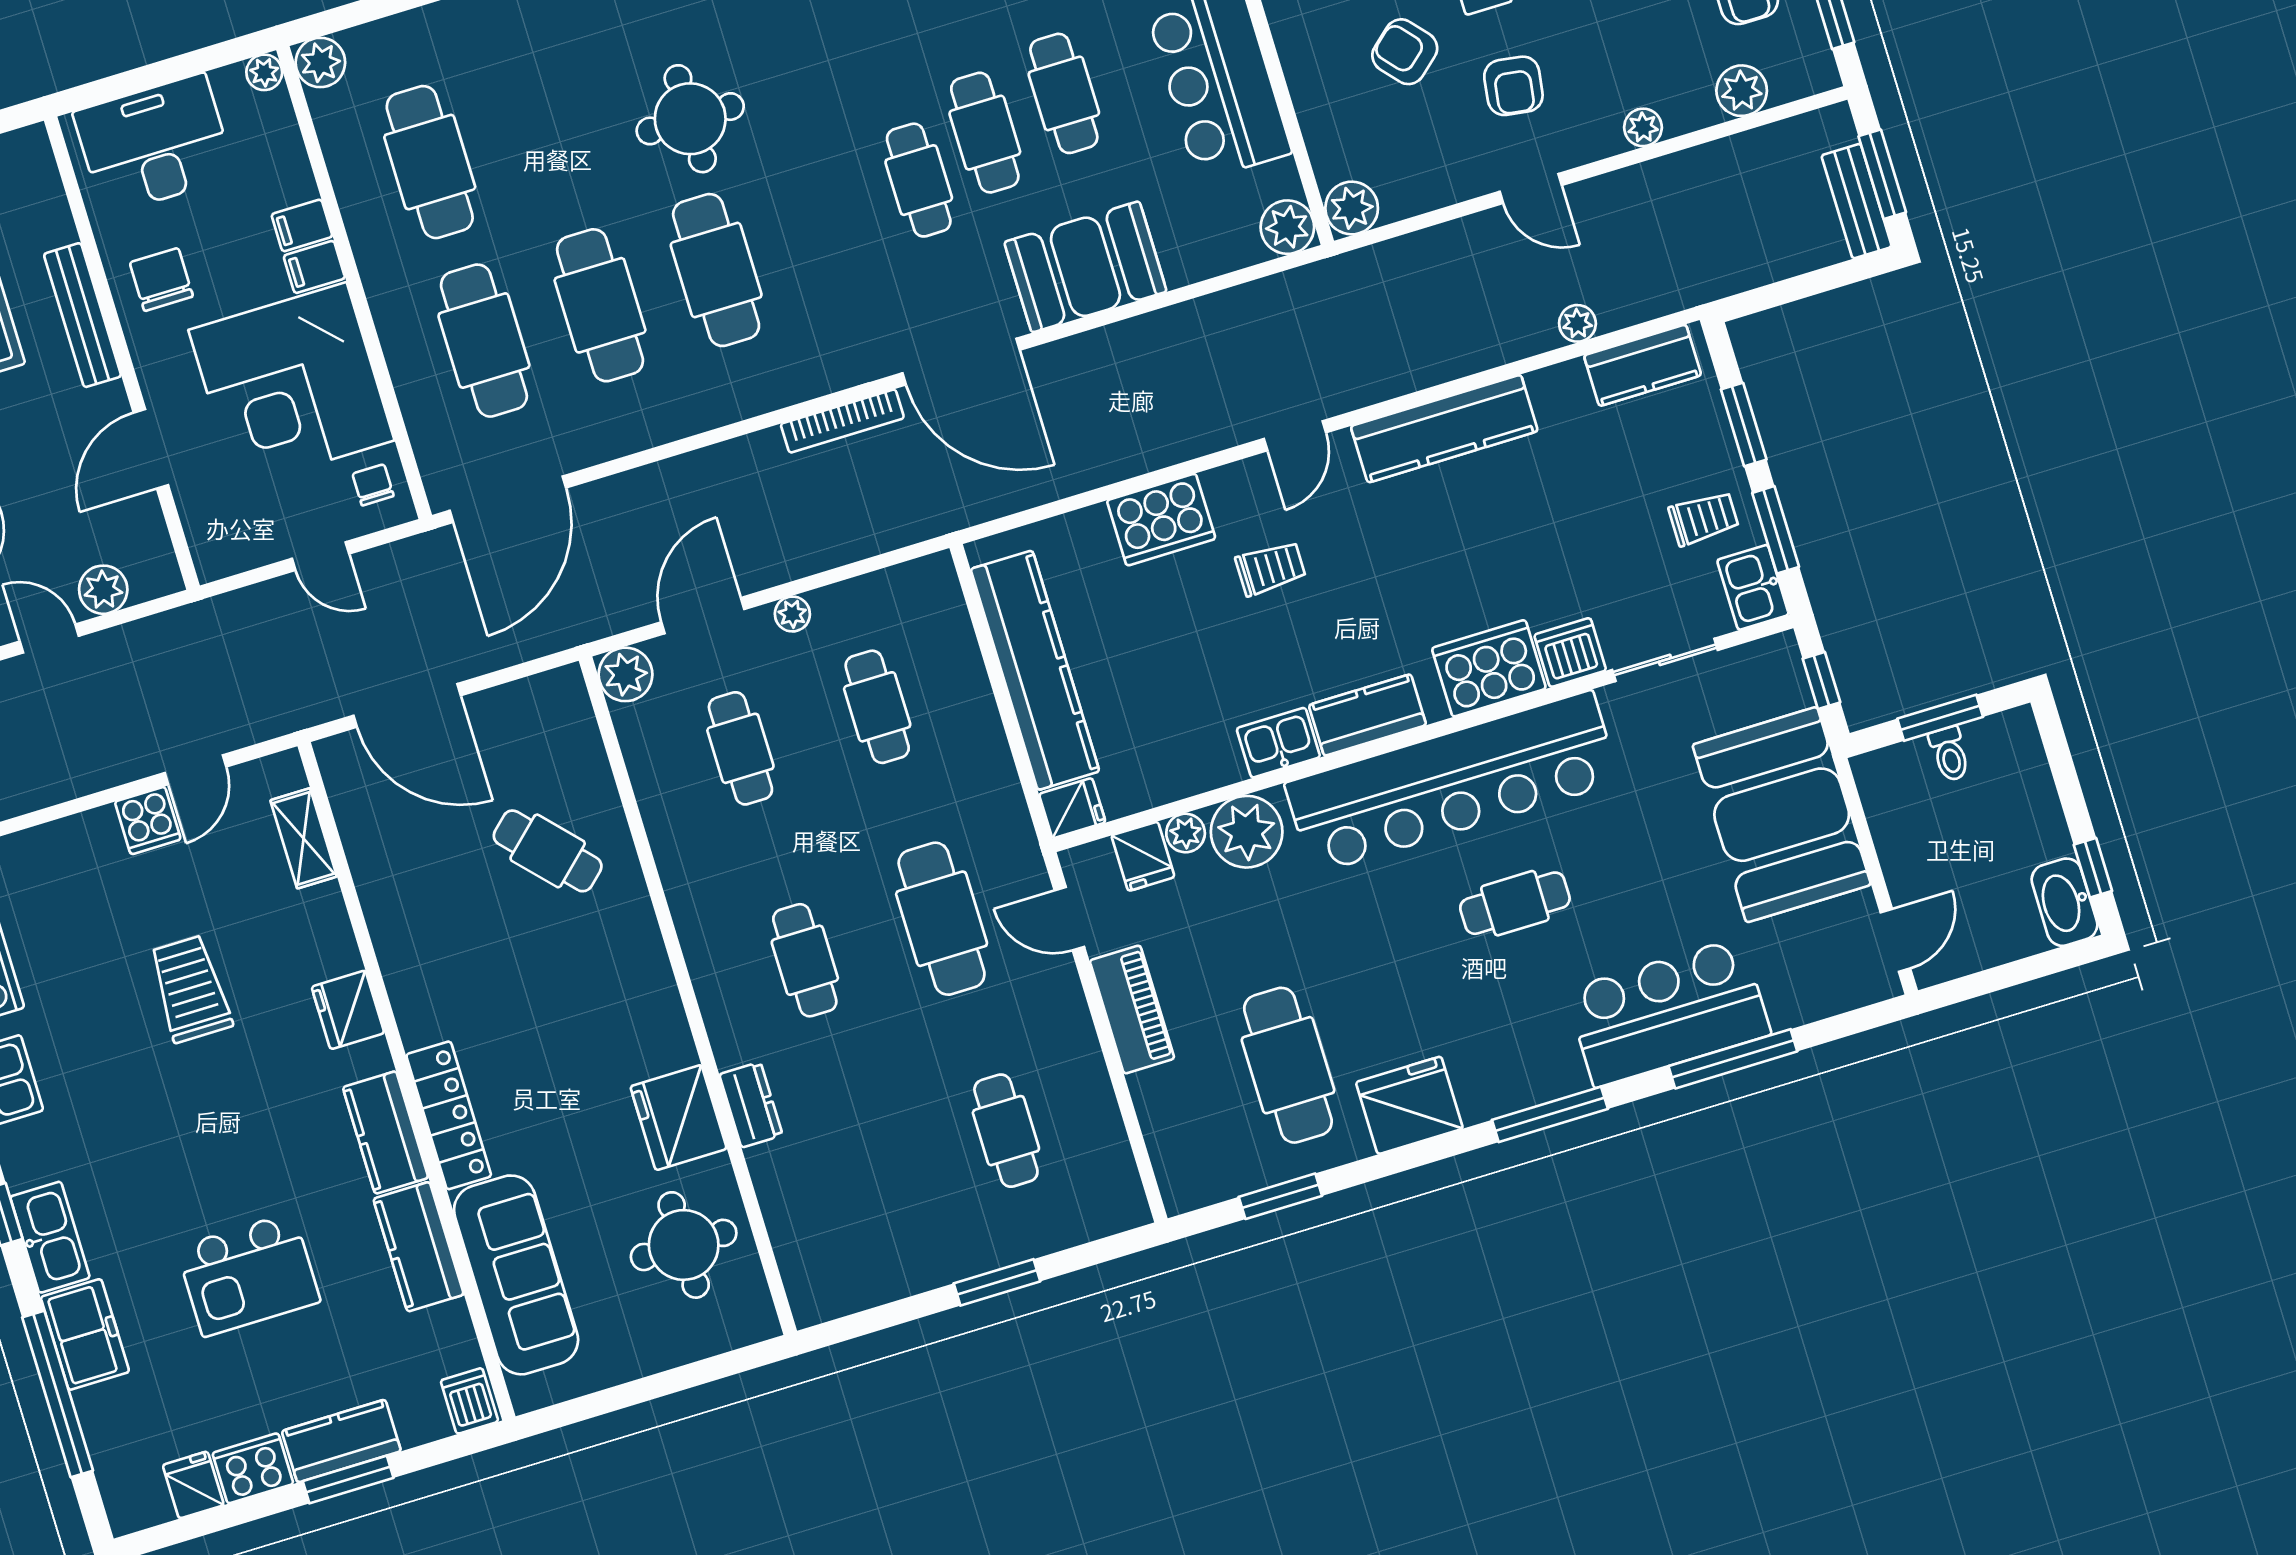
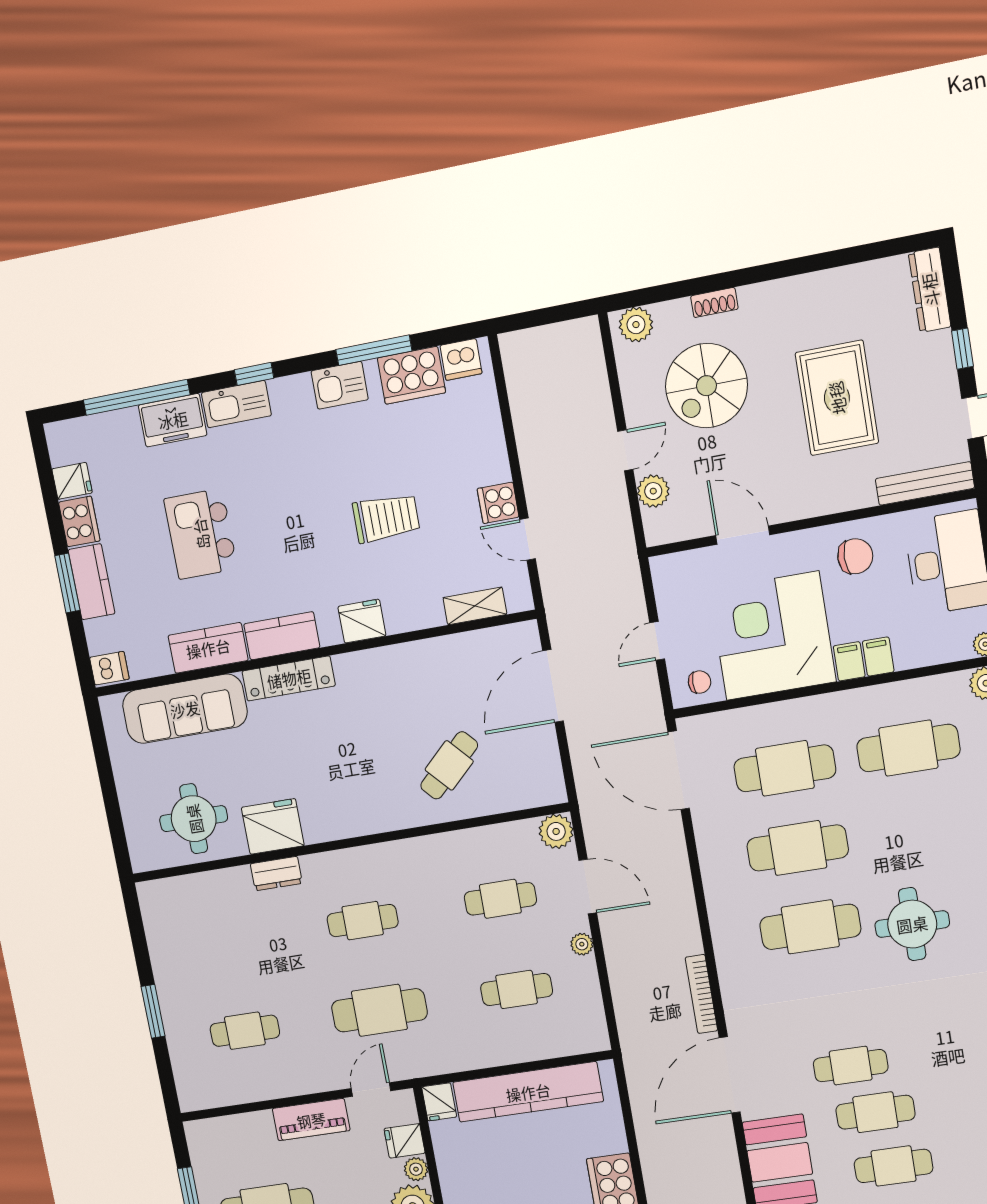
bench: (82, 315) -> (925, 483), moved

